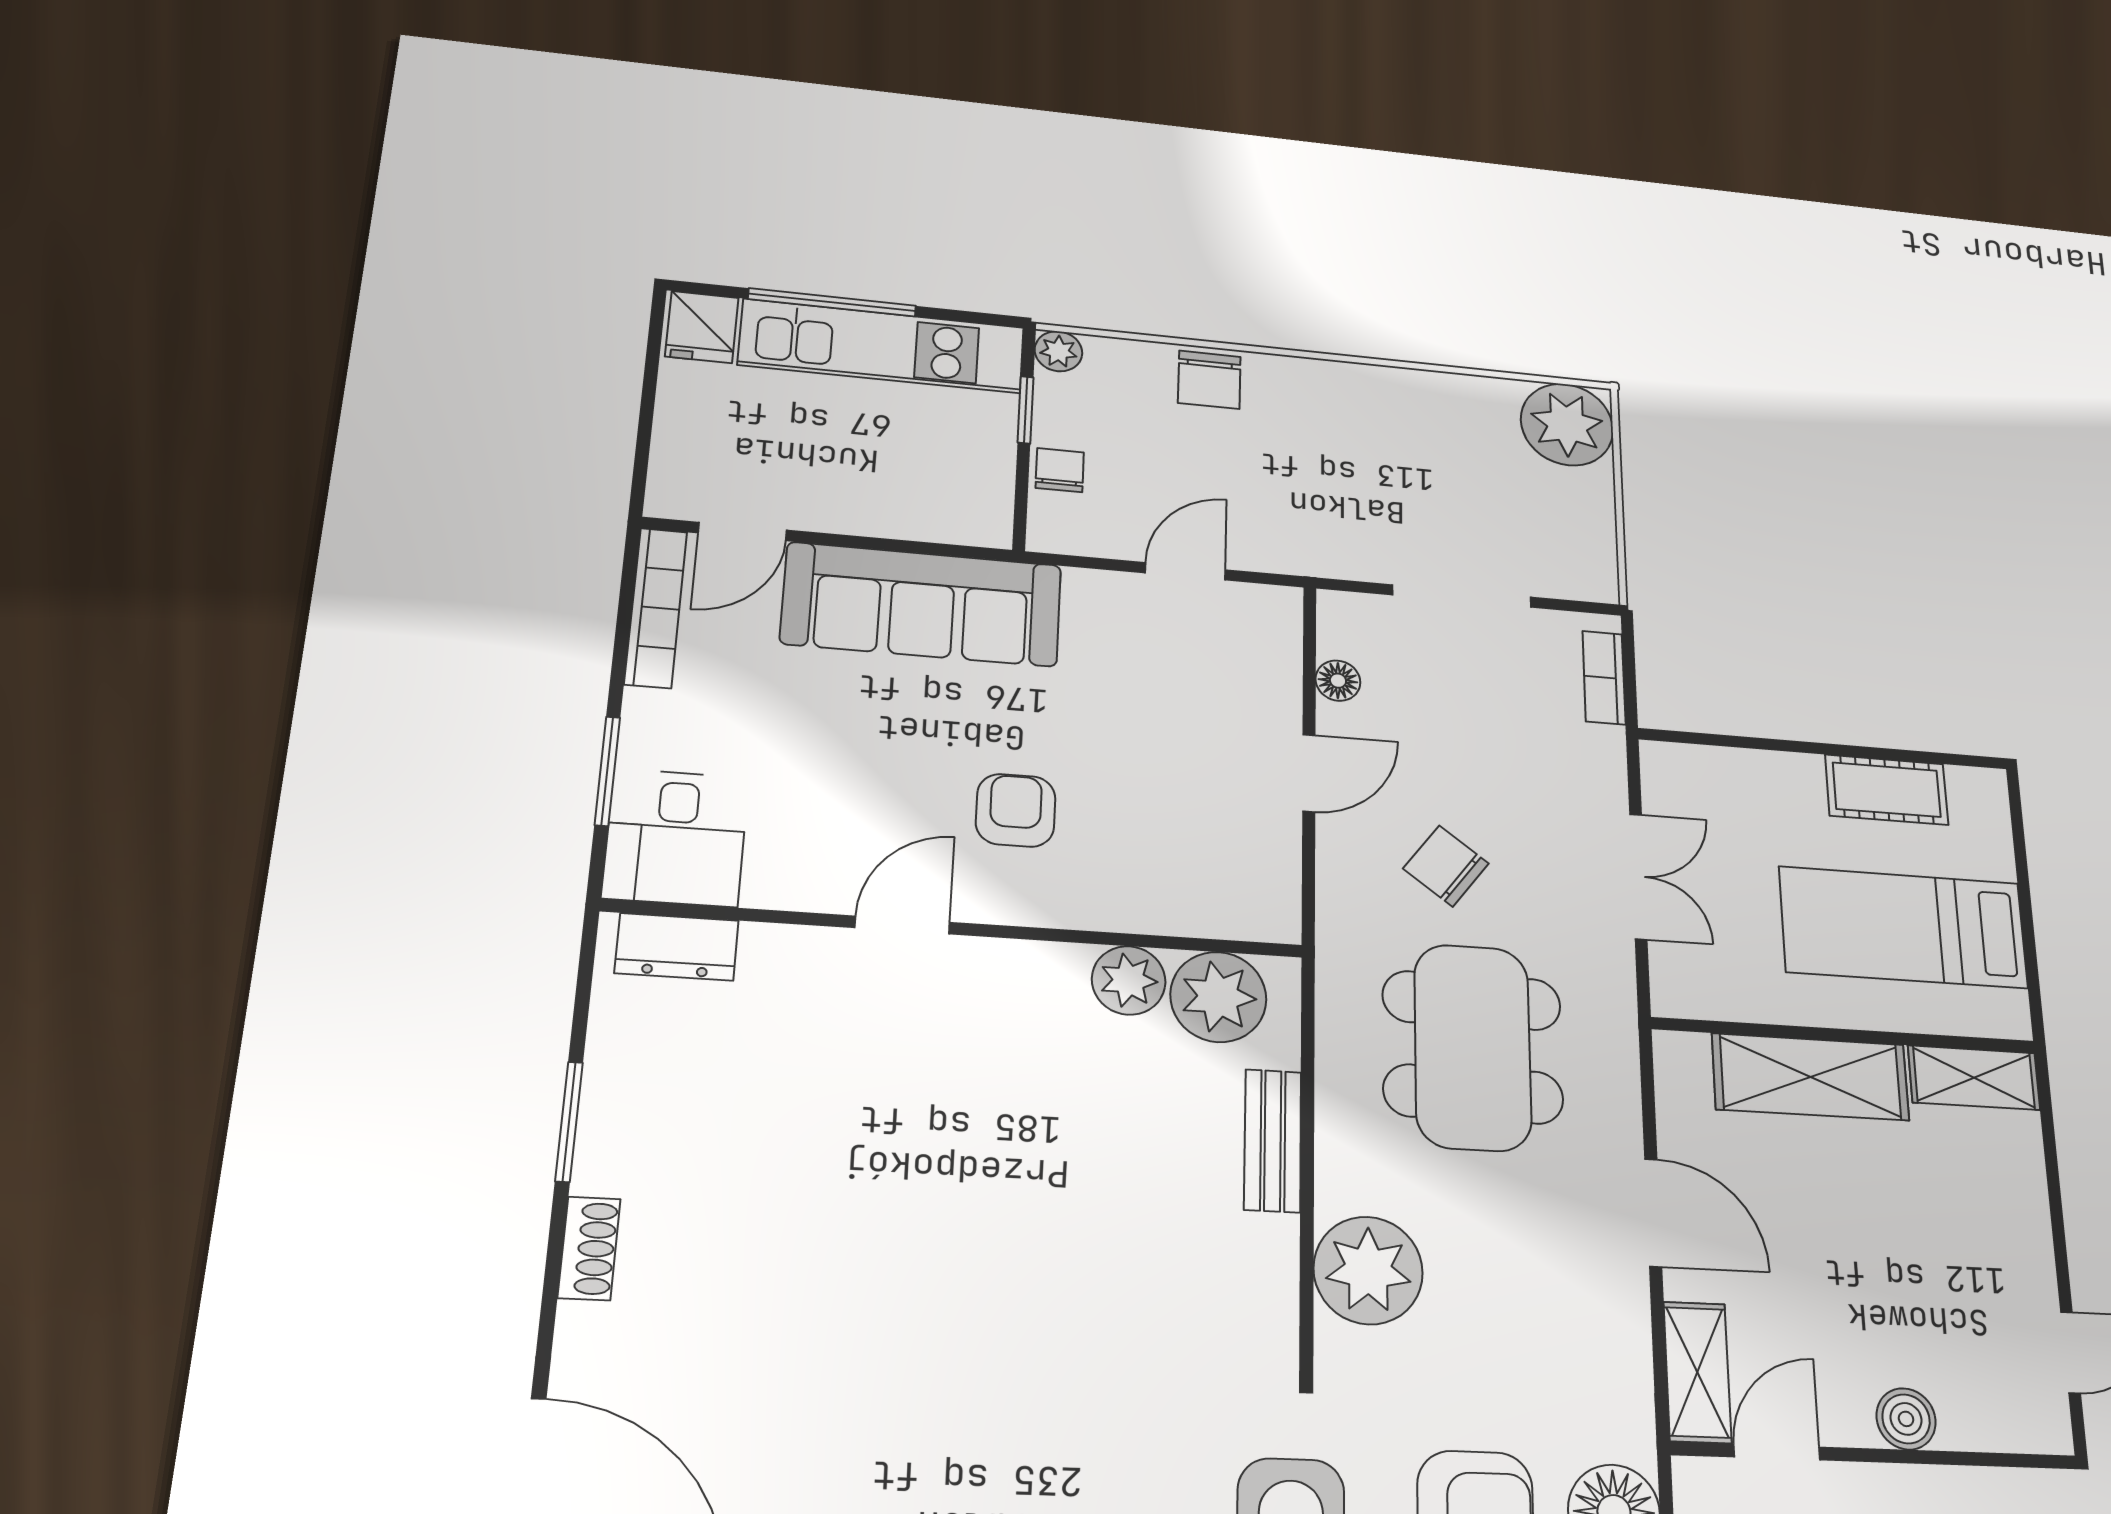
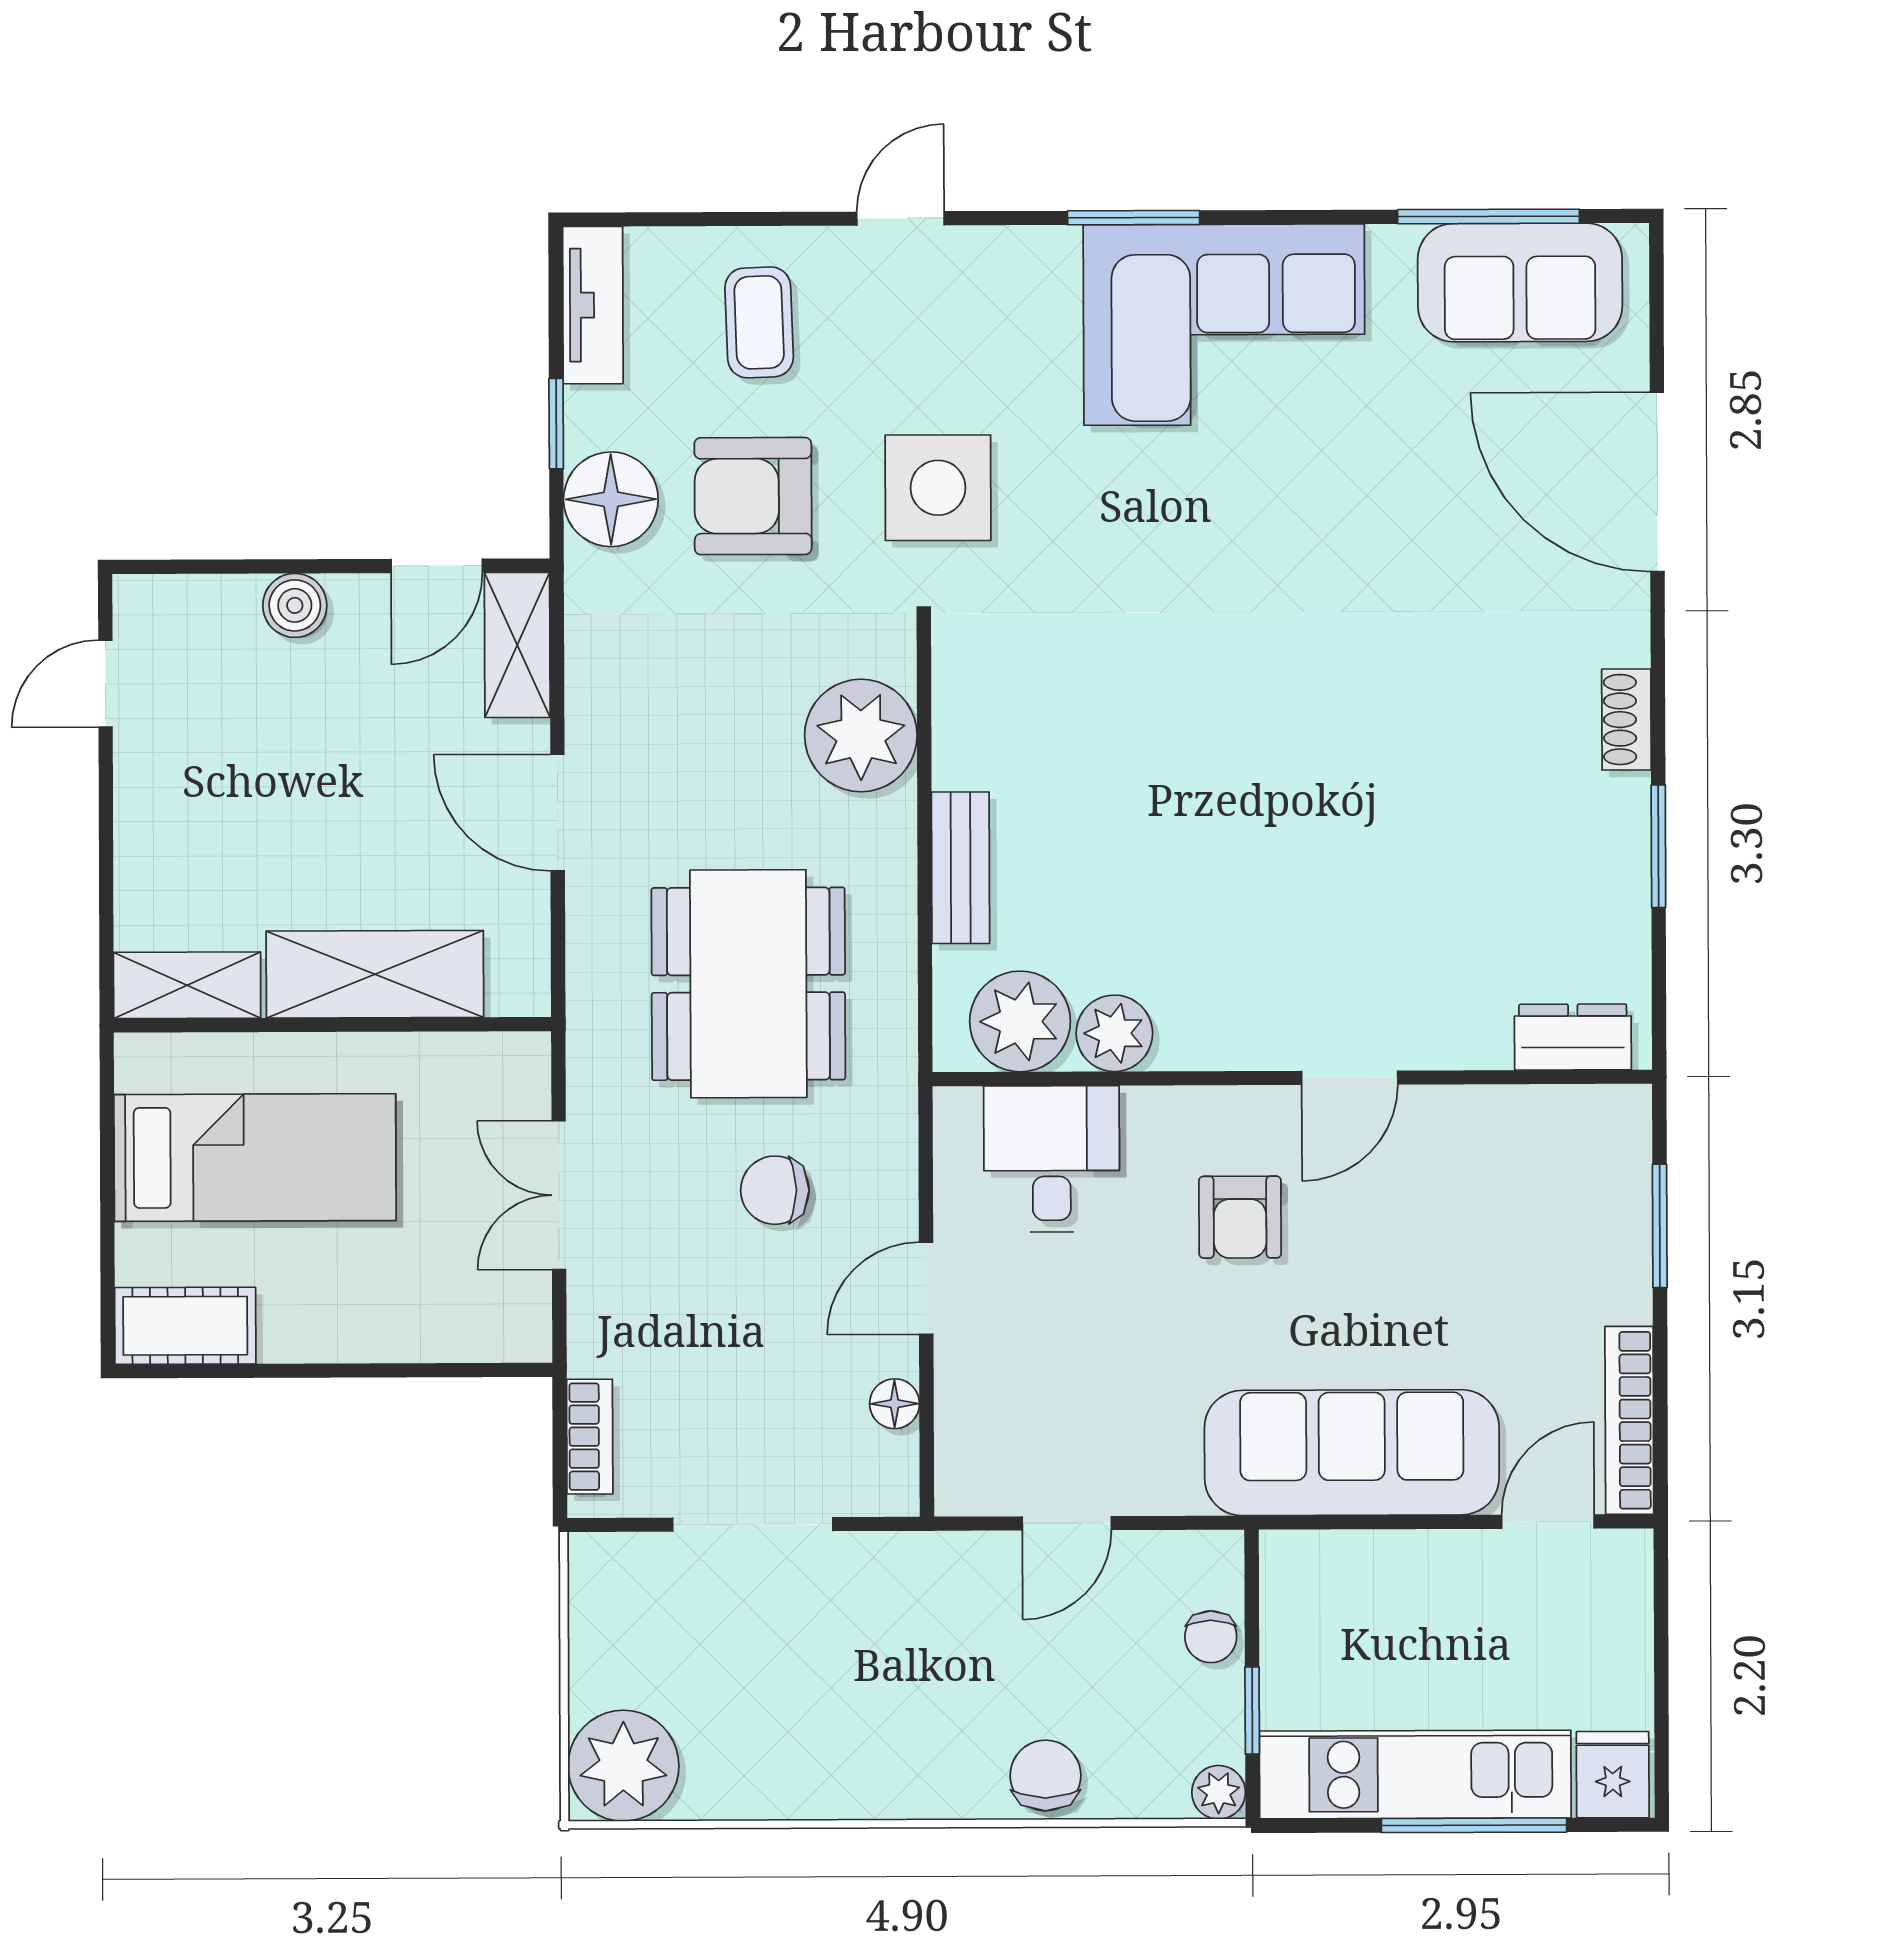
cot: (1887, 790) -> (185, 1326), moved
desk: (676, 838) -> (1052, 1159), moved
chair: (1446, 866) -> (775, 1190), turned 143

